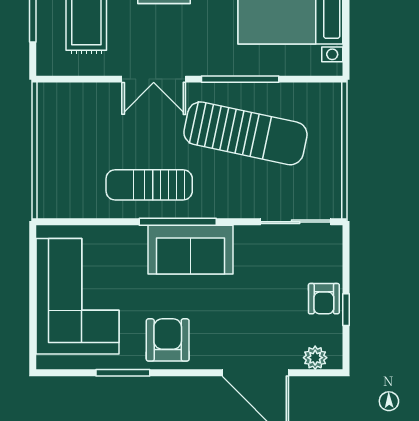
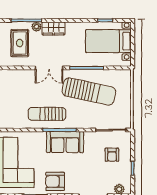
armchair: (324, 299) -> (112, 155), moved
armchair: (168, 340) -> (55, 181), turned -90

